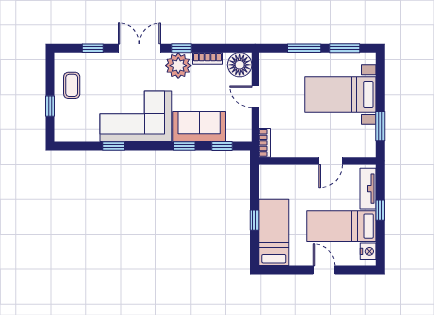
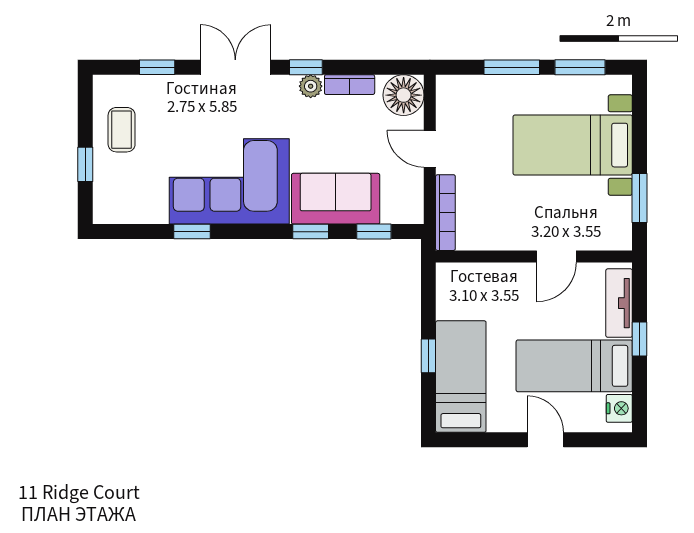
plant: (178, 66) -> (311, 86), width x0.53, depth x0.53
bookcase: (265, 143) -> (445, 213), width x1.56

